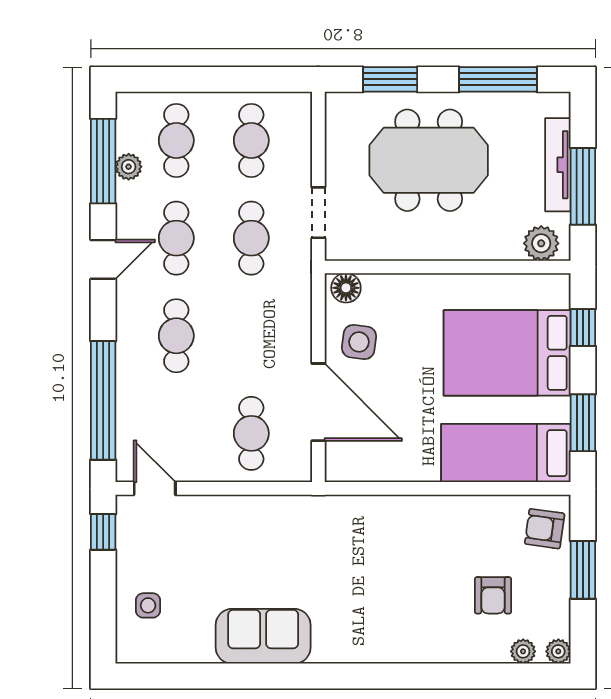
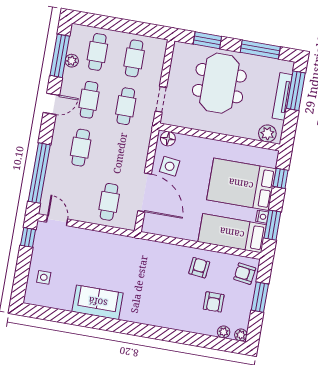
meeting table: (429, 160) -> (219, 83), turned 90
window: (583, 186) -> (296, 91), moved
nightstand: (560, 410) -> (262, 217), added
armchair: (453, 533) -> (199, 268), added

